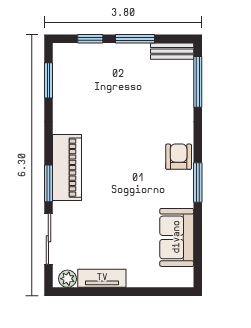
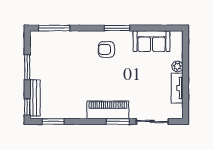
window: (90, 39) -> (27, 107), moved
bench: (172, 51) -> (35, 98), moved, width x1.36
armchair: (179, 157) -> (106, 49), moved
plant: (67, 279) -> (177, 66), moved

